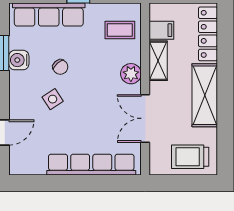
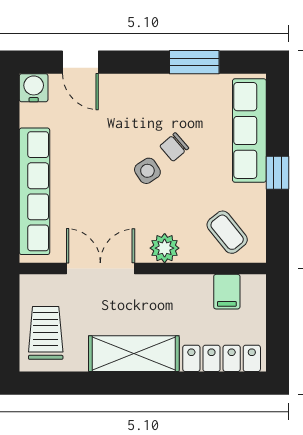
coffee table: (120, 30) -> (227, 232), turned -39
water cooler: (19, 60) -> (34, 88), moved
shelving: (158, 61) -> (183, 287), removed
side table: (53, 99) -> (147, 171), moved

